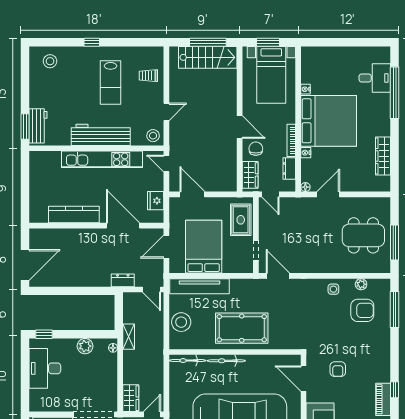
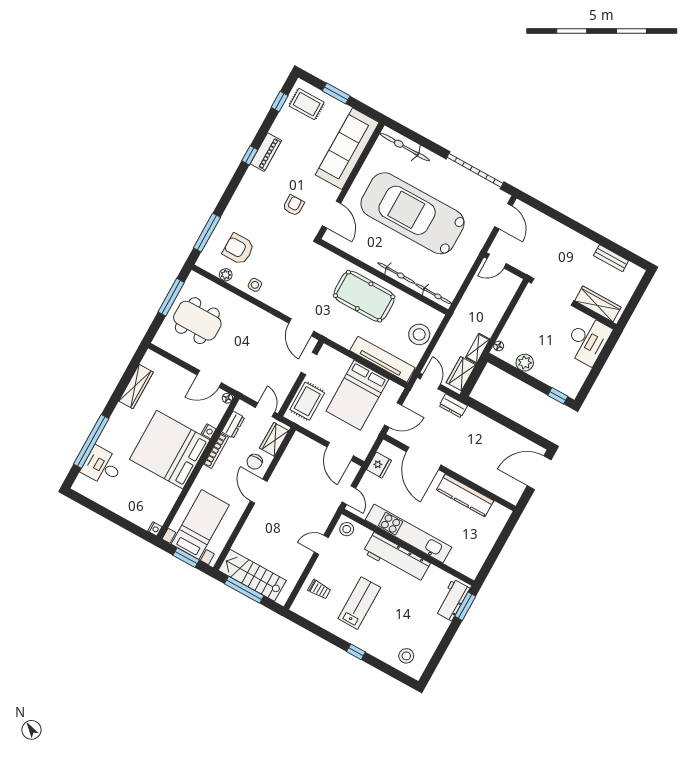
nightstand: (305, 89) -> (155, 529), moved
desk: (45, 368) -> (588, 340), moved
wardrobe: (131, 398) -> (461, 374), moved

